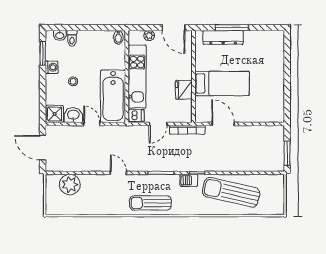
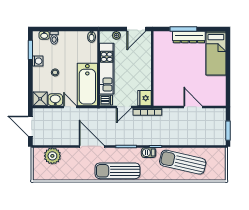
door: (174, 28) -> (136, 29), hinge flipped
dresser: (223, 37) -> (189, 37), moved
bed: (222, 83) -> (216, 53), moved, turned 90
fridge: (184, 90) -> (145, 98), moved
door: (223, 124) -> (193, 107), moved
door: (118, 173) -> (92, 146), width x1.87
sun lounger: (150, 203) -> (117, 171), width x1.36, depth x1.34

